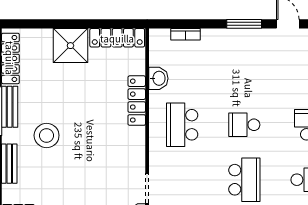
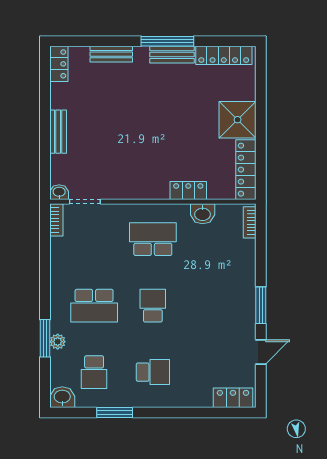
bookcase: (186, 34) -> (250, 222), moved
locker: (137, 101) -> (188, 191), width x0.66
stool: (47, 135) -> (141, 94), removed

